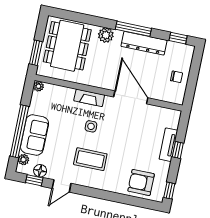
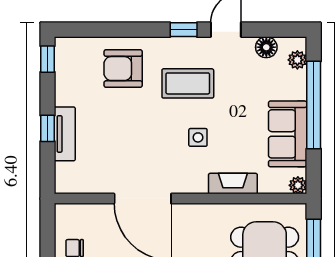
fireplace: (89, 98) -> (233, 184), moved
sofa: (35, 135) -> (288, 134), moved
window: (34, 180) -> (184, 30), moved
armchair: (141, 182) -> (123, 69), moved, turned 180

